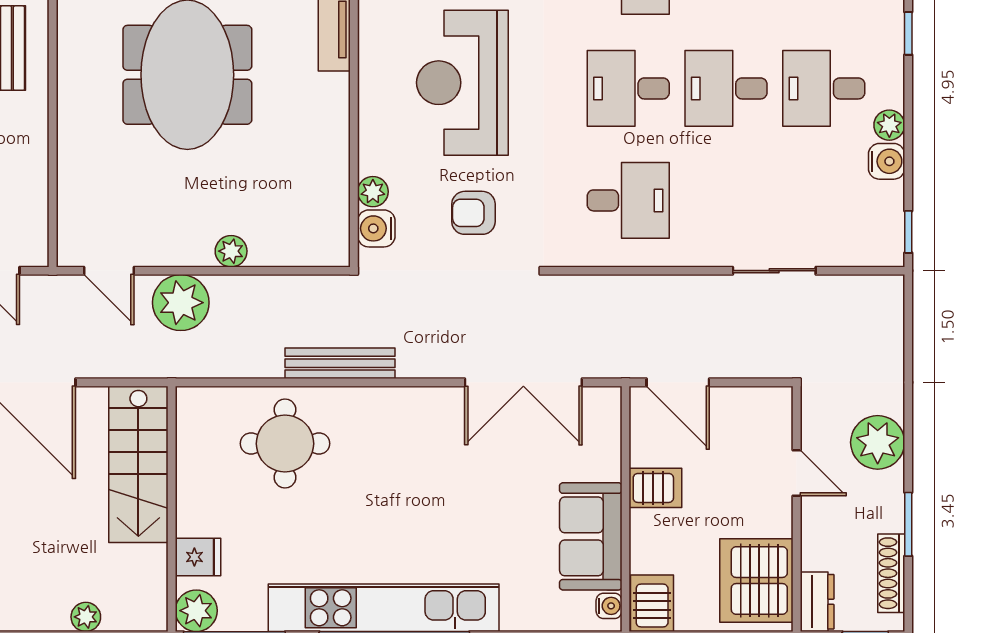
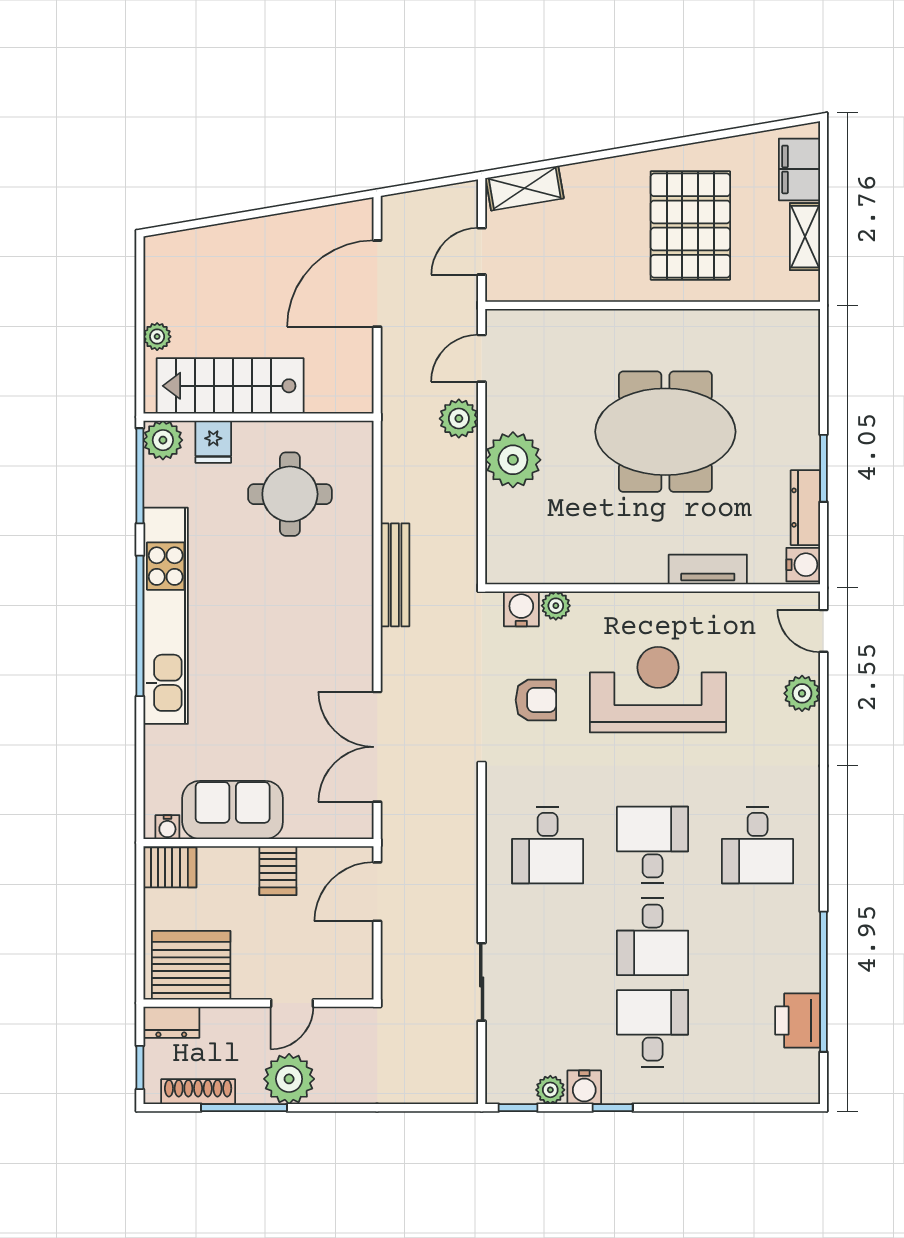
window: (908, 33) -> (613, 1108), moved
desk: (726, 88) -> (653, 937), turned 180
plant: (889, 125) -> (550, 1090), moved
armchair: (473, 213) -> (536, 700), turned 90
plant: (231, 251) -> (513, 460), width x1.88, depth x1.88
plant: (181, 303) -> (459, 419), width x0.73, depth x0.73
plant: (878, 442) -> (289, 1079), moved
round table: (285, 444) -> (290, 494), moved
stairs: (138, 464) -> (230, 386), moved
window: (908, 524) -> (244, 1108), width x1.44

